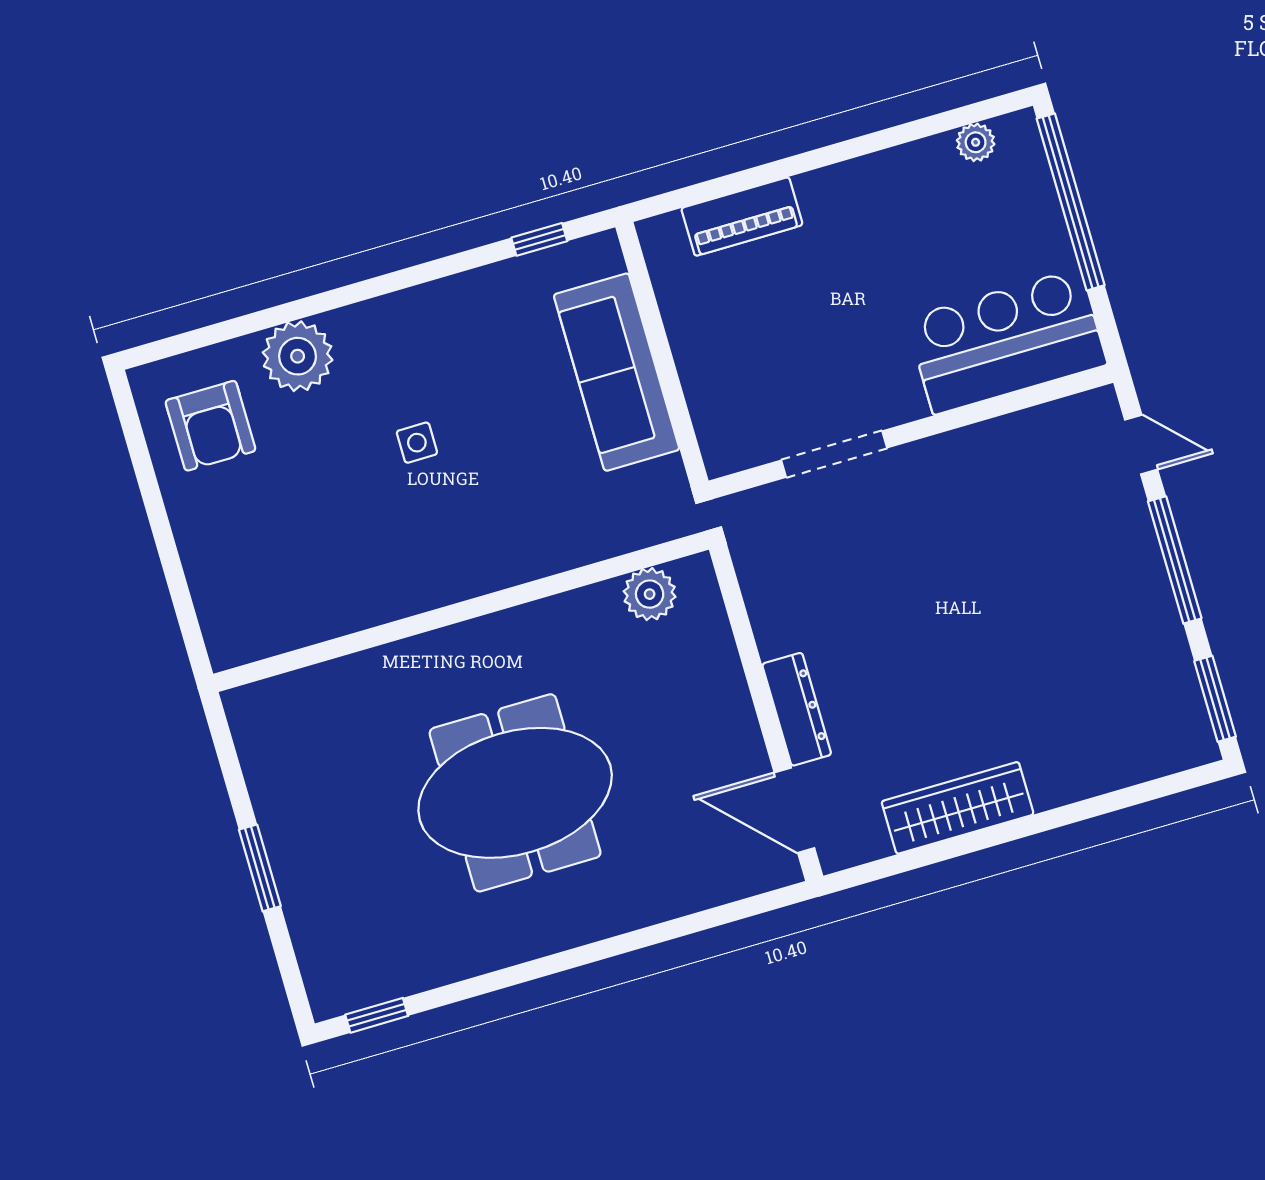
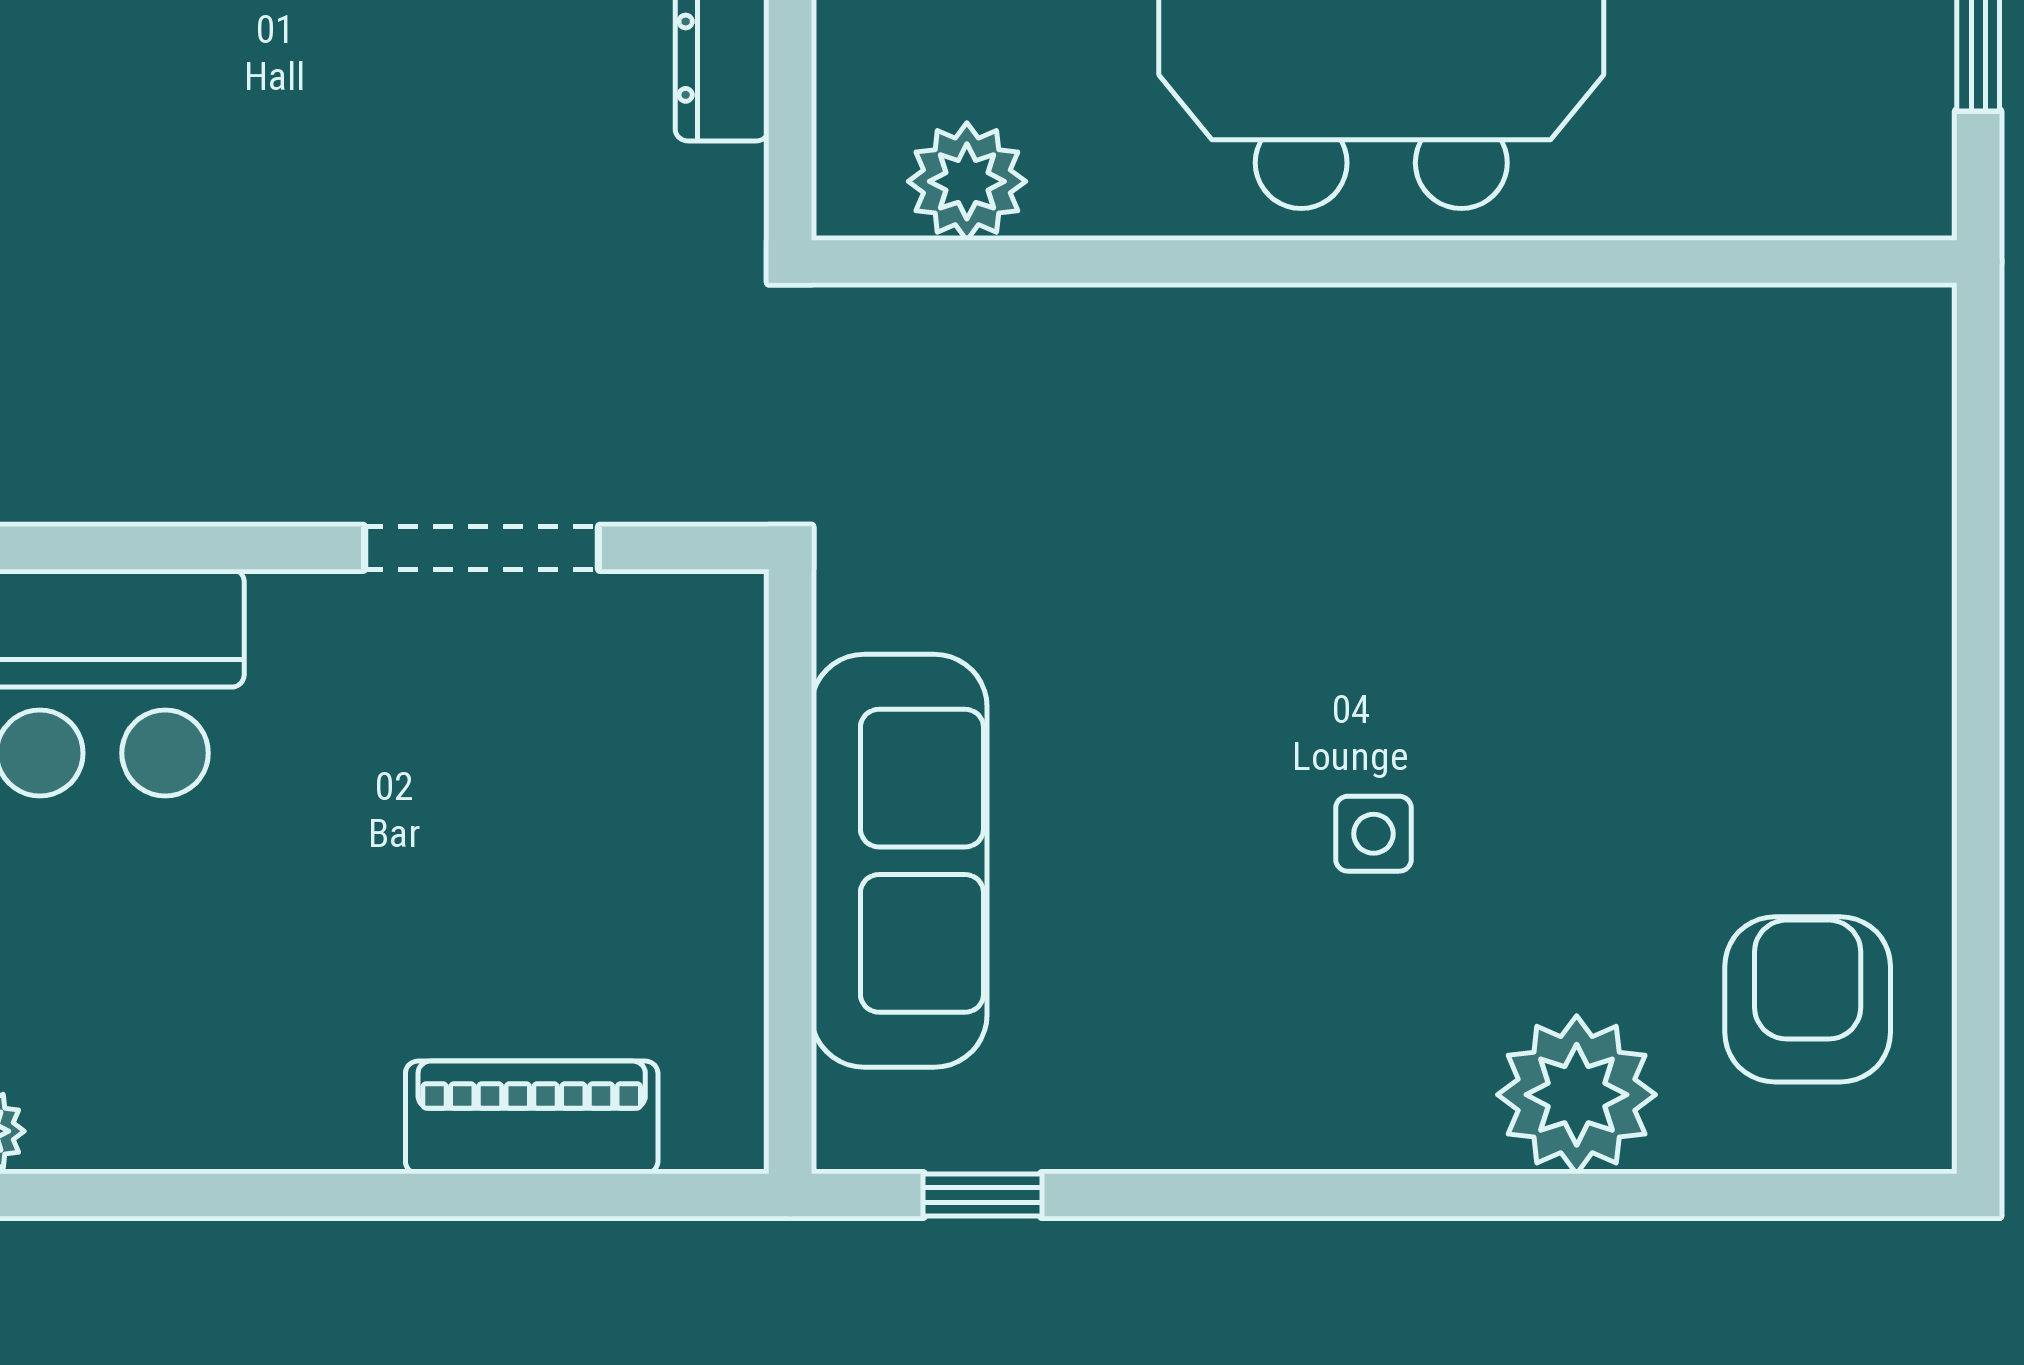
plant: (650, 594) -> (967, 181), moved
wall: (461, 612) -> (1384, 262), moved

